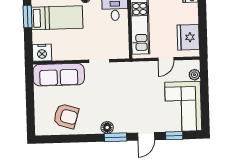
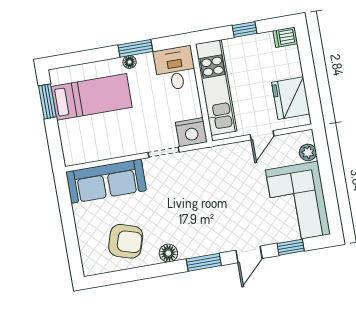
nightstand: (42, 53) -> (191, 132), moved
floor lamp: (107, 128) -> (168, 253), moved

